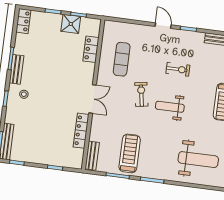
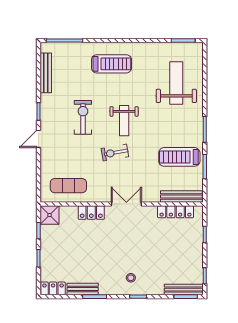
shower: (71, 24) -> (50, 215), moved
locker: (91, 49) -> (91, 213), moved
exercise mat: (122, 59) -> (68, 186), moved
bench: (17, 69) -> (83, 289), moved
exercise bike: (178, 69) -> (83, 117), width x1.38, depth x1.39
locker: (81, 131) -> (176, 212), moved
bench: (92, 156) -> (181, 197), width x1.36

